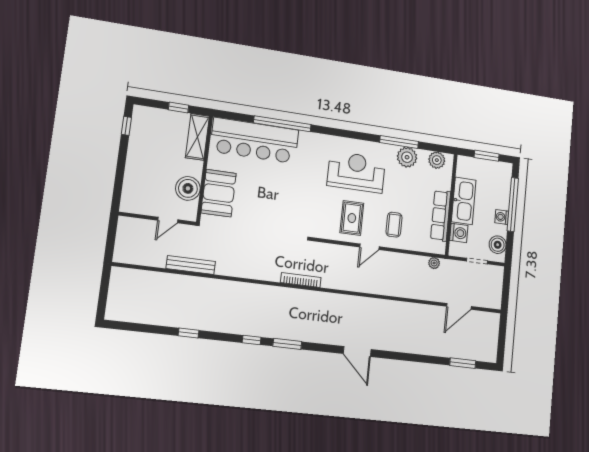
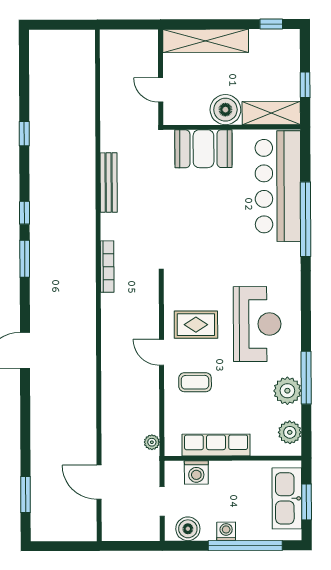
shelving: (133, 179) -> (206, 41), added
boiler: (188, 188) -> (225, 110), moved
kitchen sink: (464, 201) -> (287, 498), moved, turned 90
bench: (191, 265) -> (109, 183), moved

